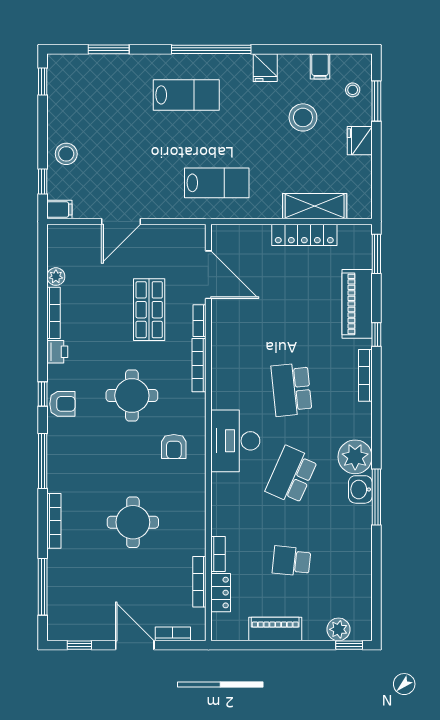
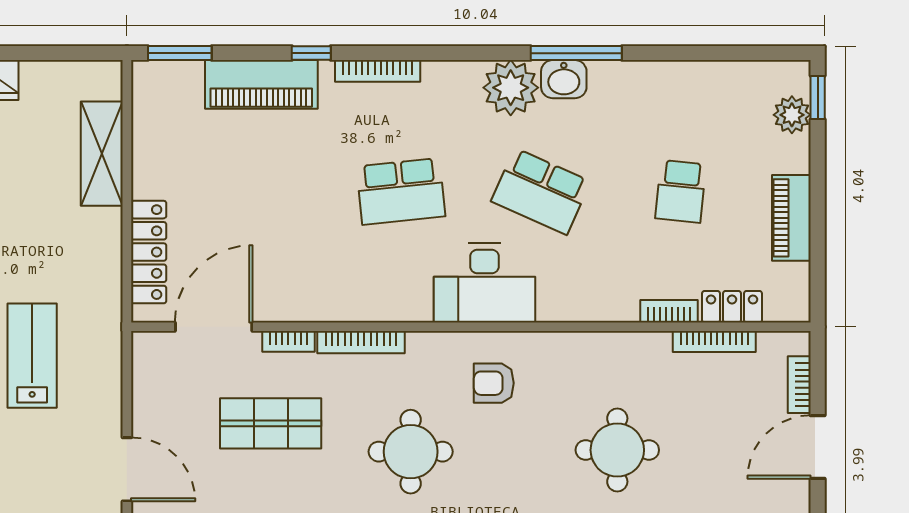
lab bench: (217, 183) -> (32, 356), moved
locker: (304, 235) -> (149, 252), moved
armchair: (174, 446) -> (494, 383), turned 180

